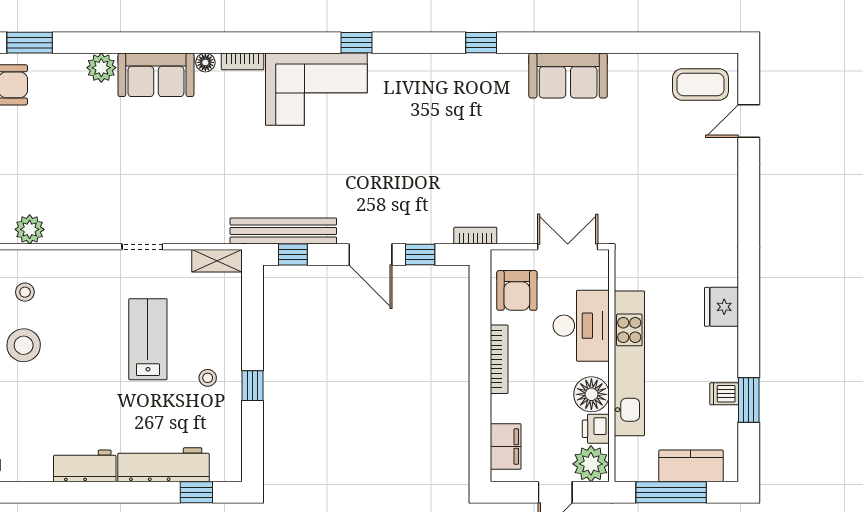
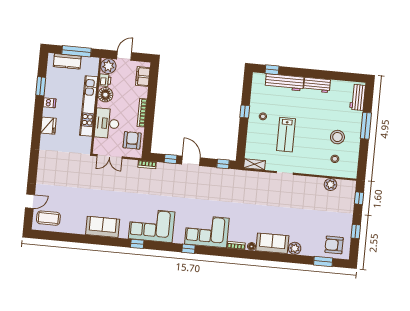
corner sofa: (450, 91) -> (152, 225), added
bench: (283, 231) -> (226, 174), removed
dishwasher: (724, 394) -> (50, 103), moved

